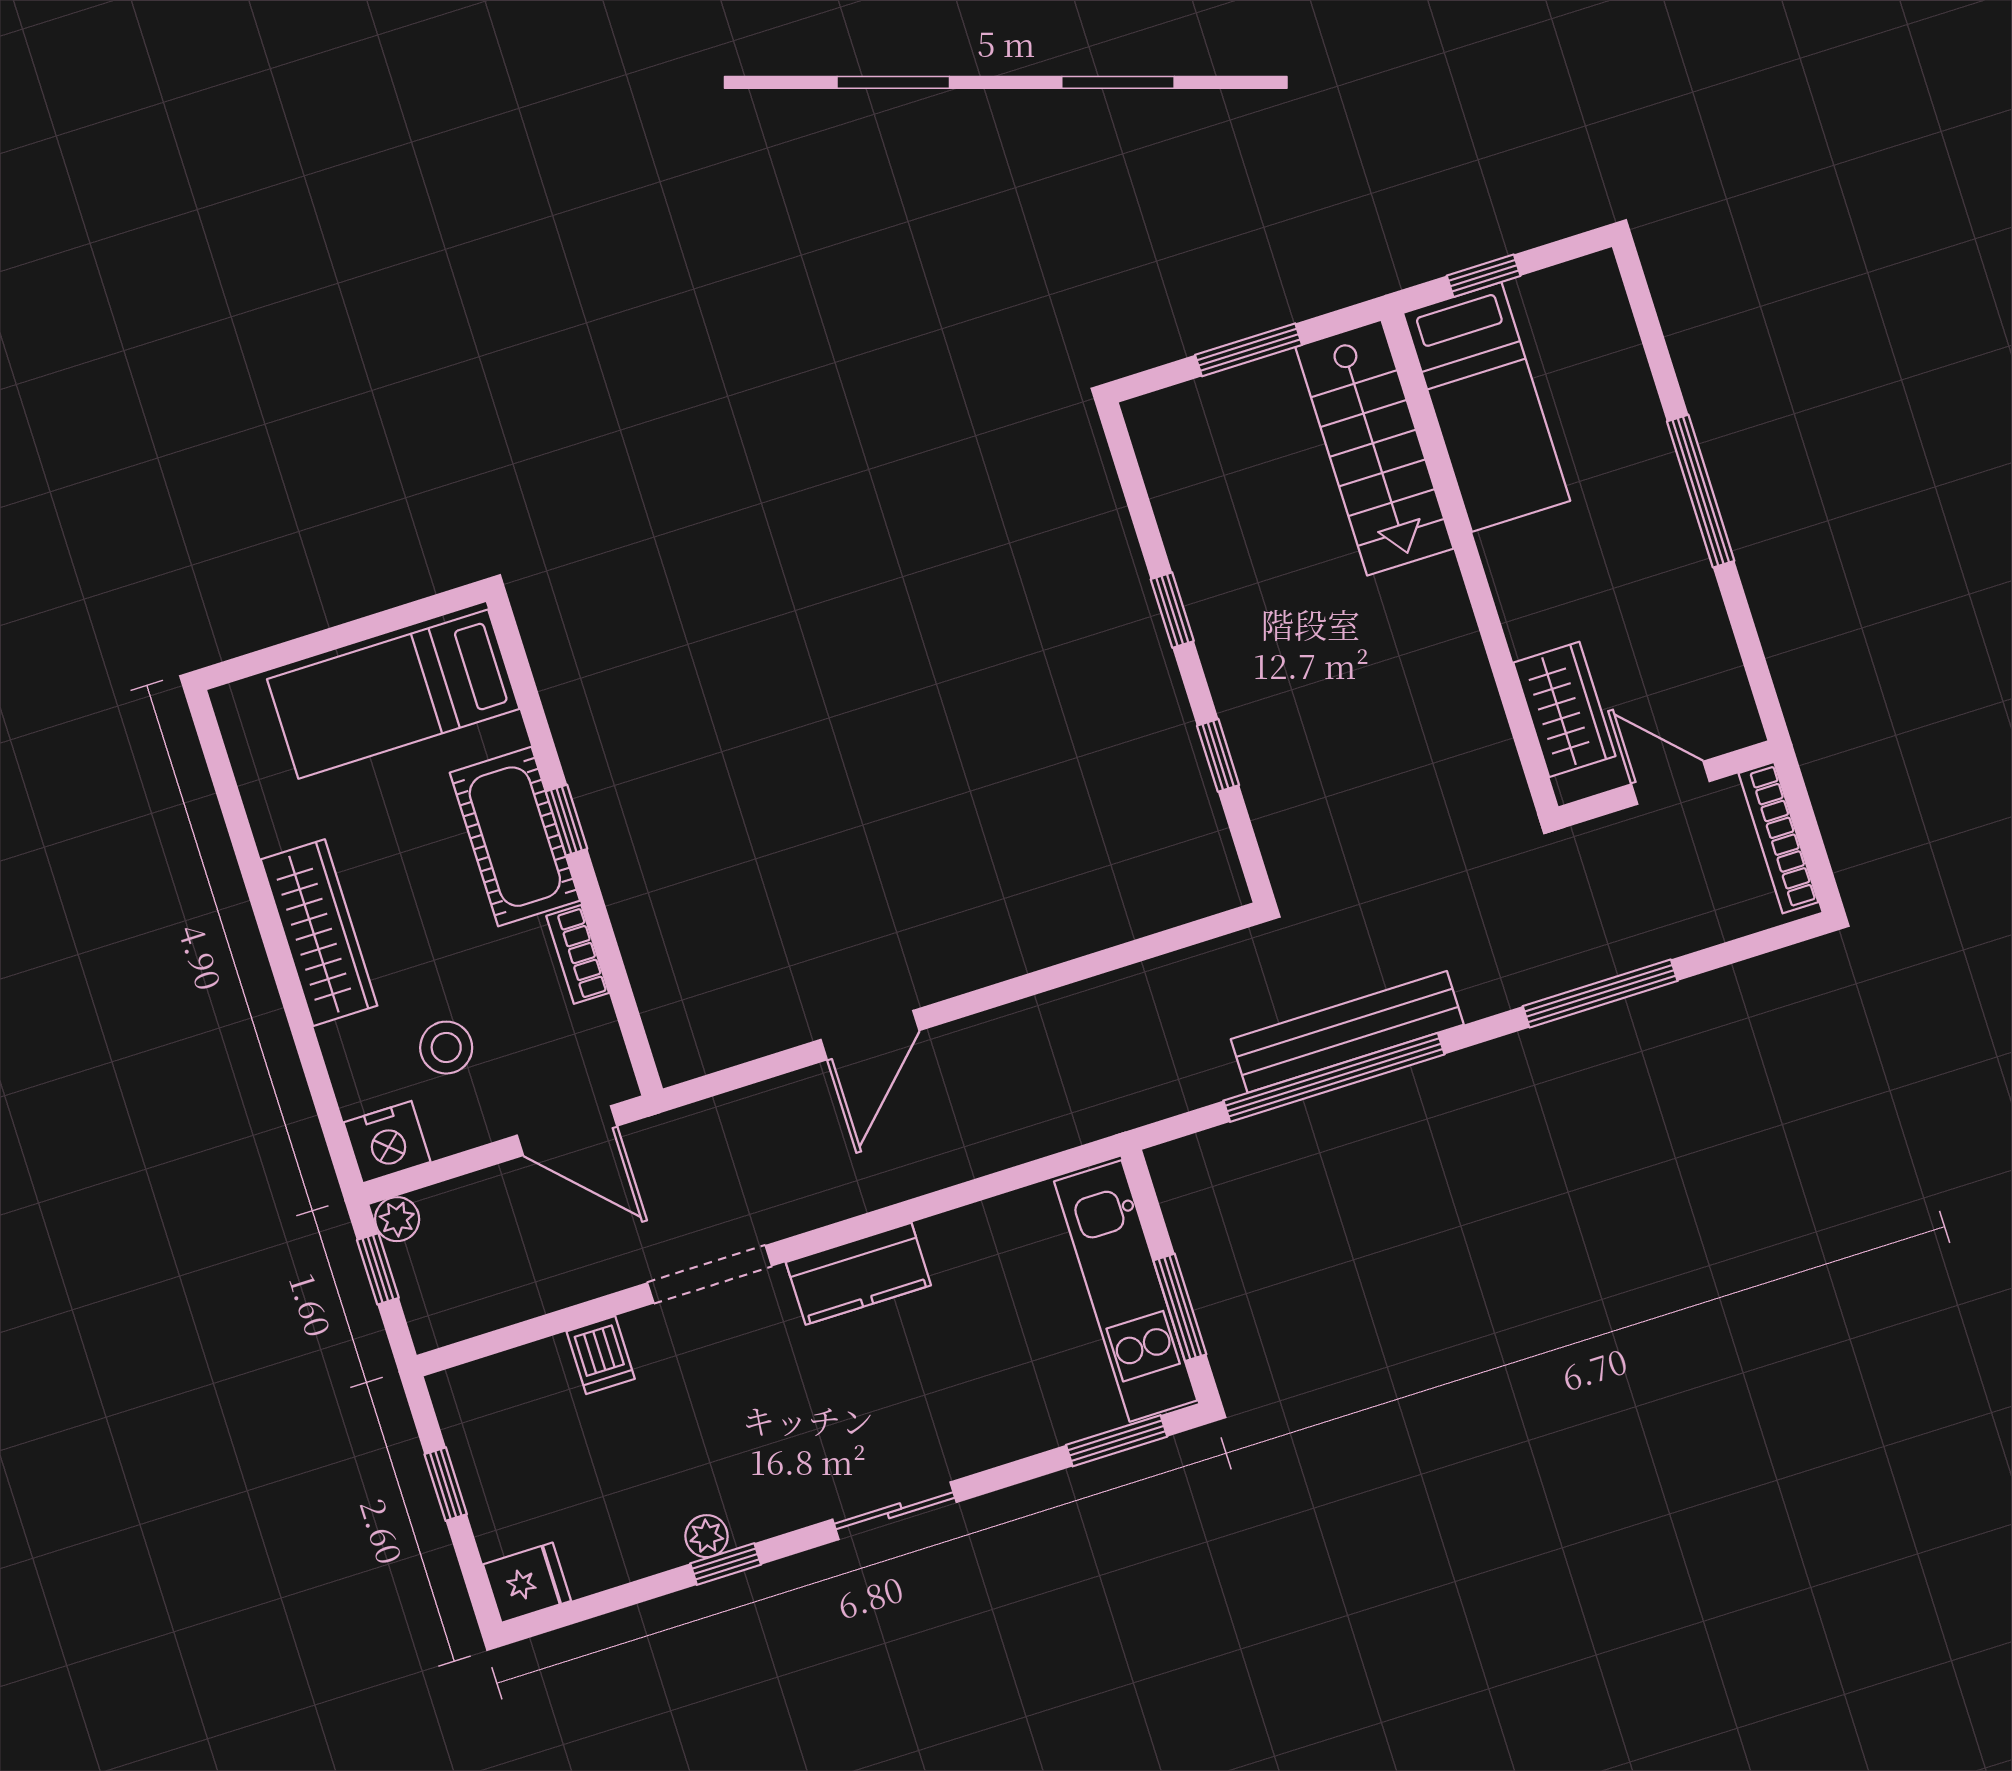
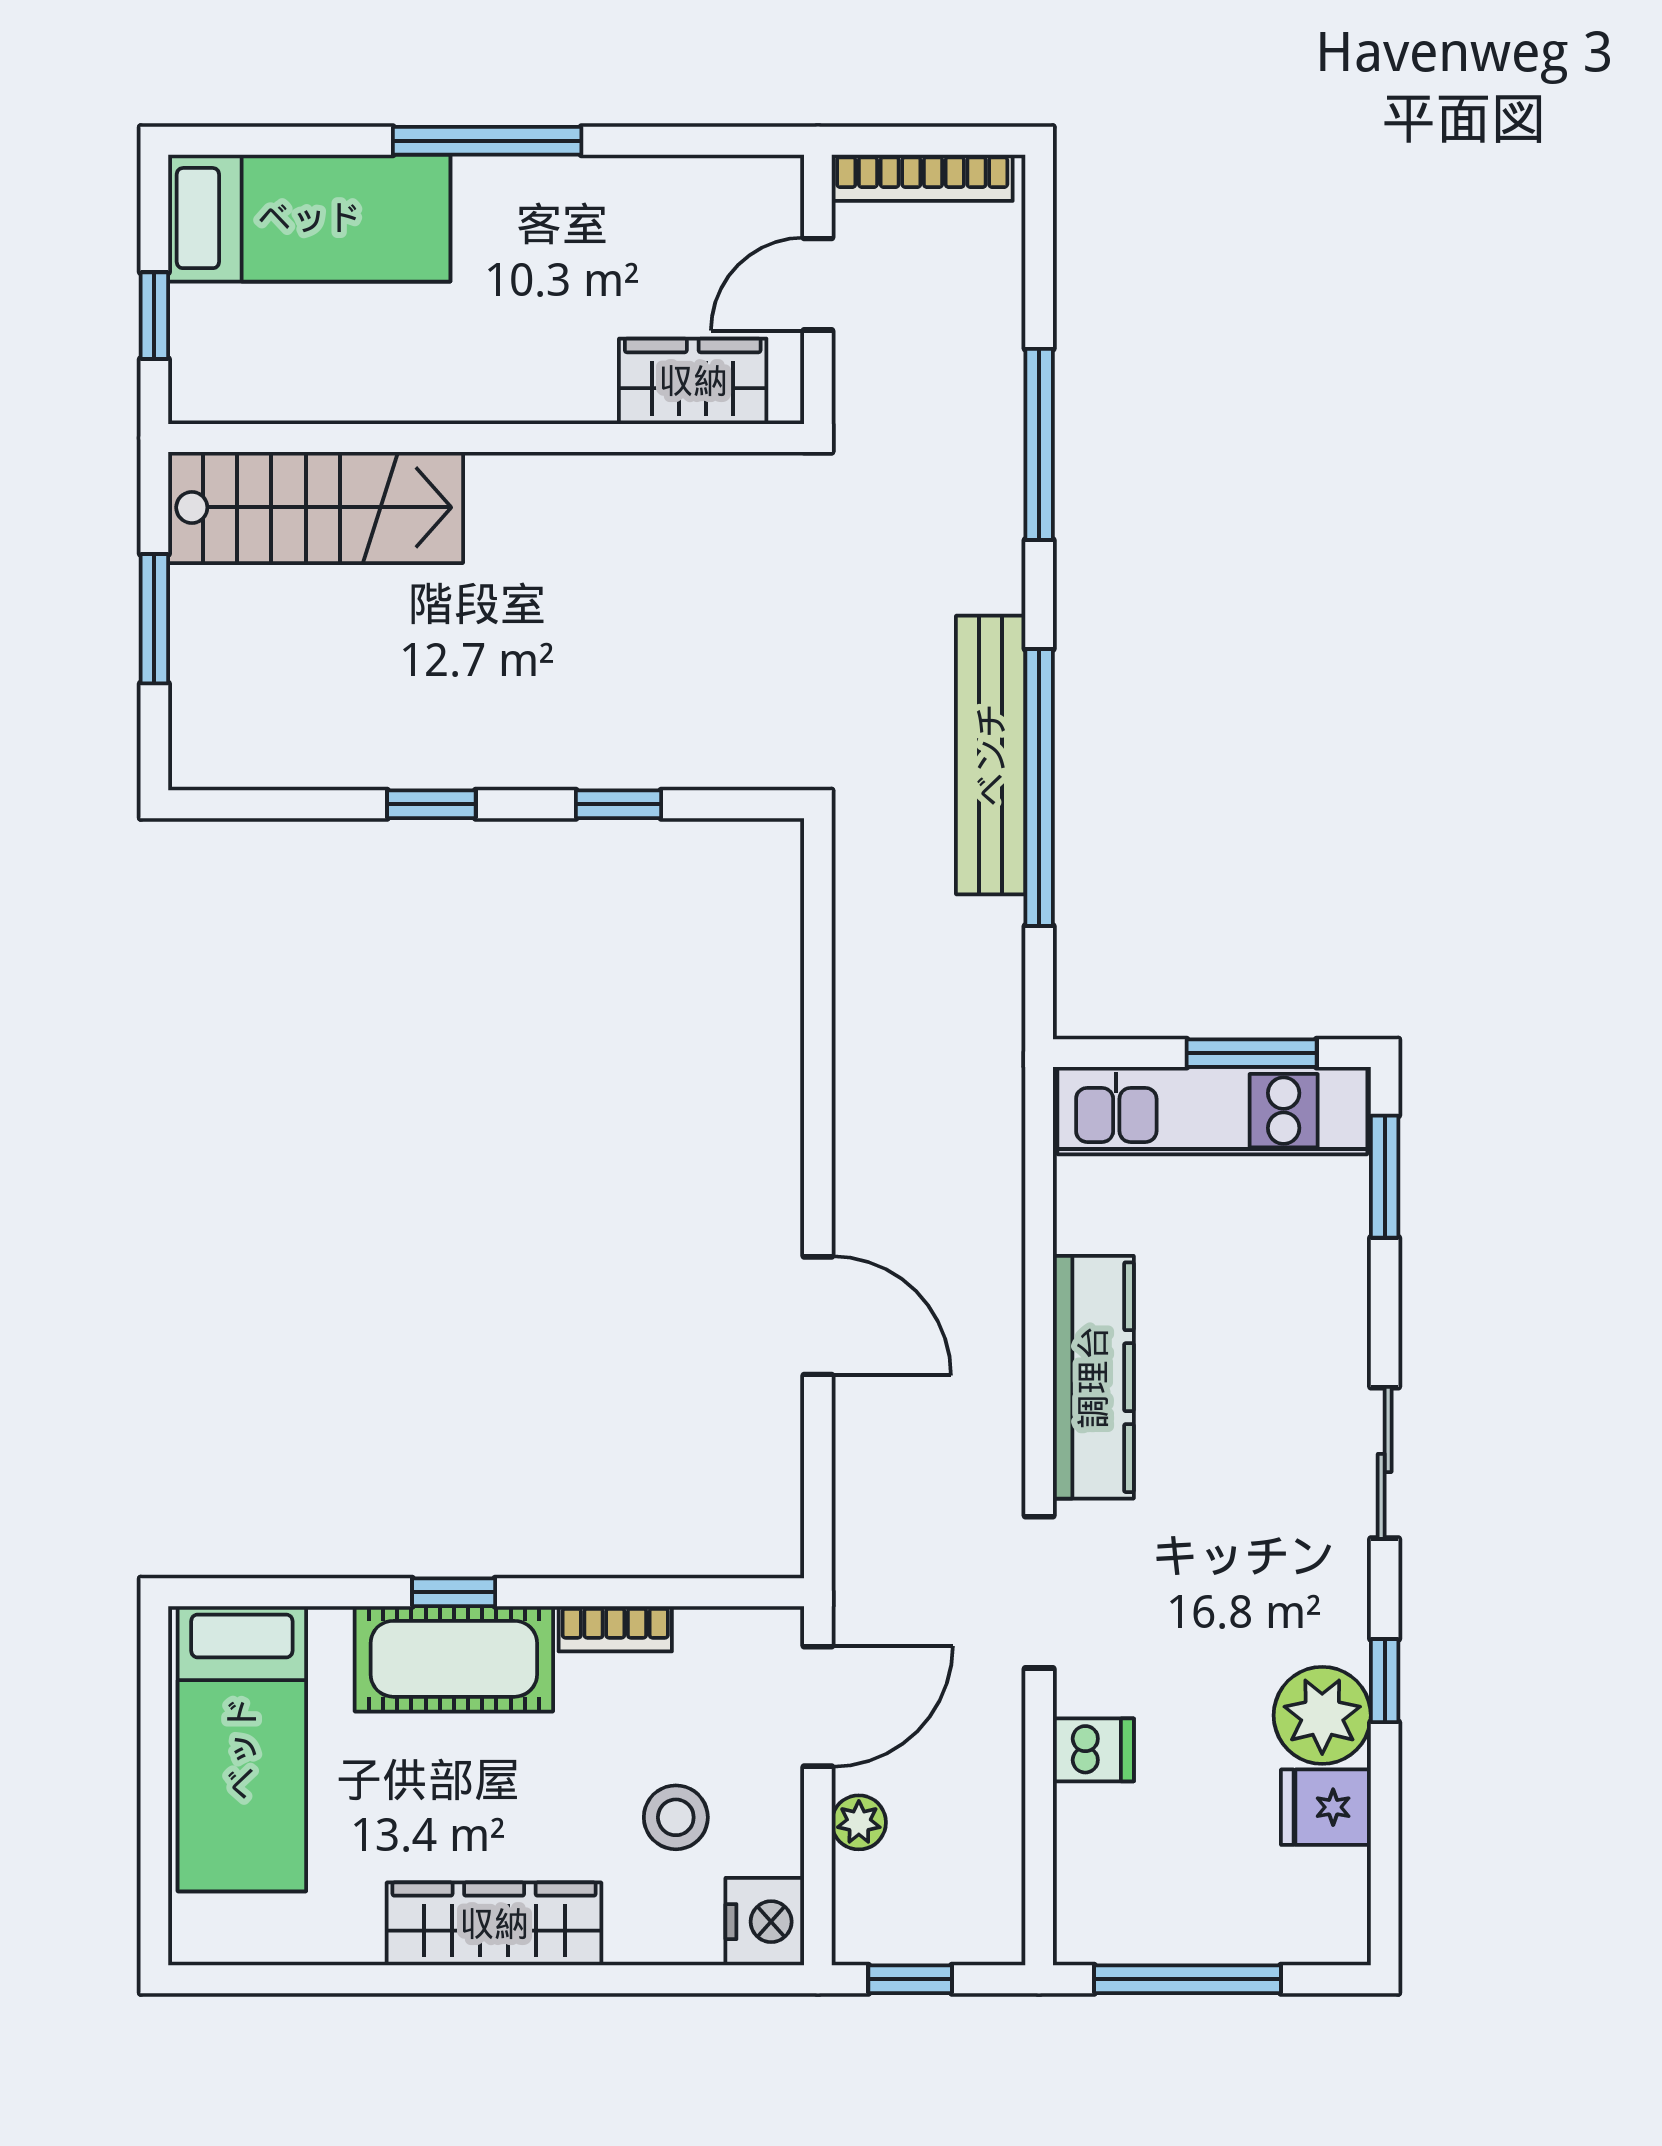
bed: (1487, 407) -> (309, 218), moved
plant: (397, 1219) -> (859, 1822), moved
kitchen counter: (858, 1274) -> (1093, 1377), width x1.50
window: (446, 1484) -> (1188, 1979), width x2.17
plant: (707, 1536) -> (1322, 1715), width x1.88, depth x1.88
fridge: (527, 1583) -> (1326, 1807), moved, turned -90

